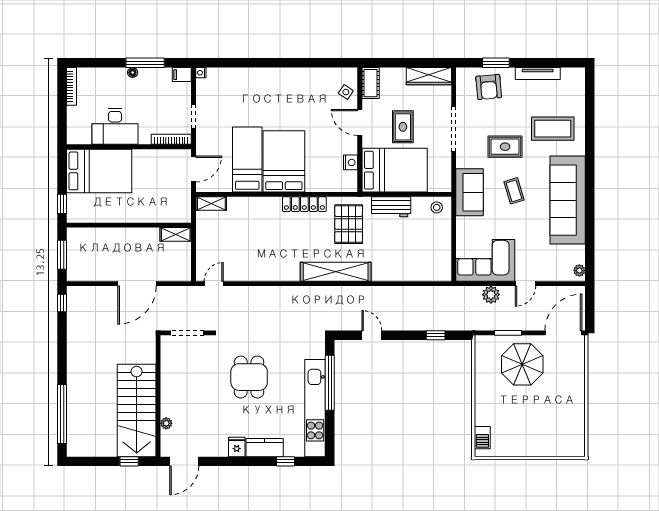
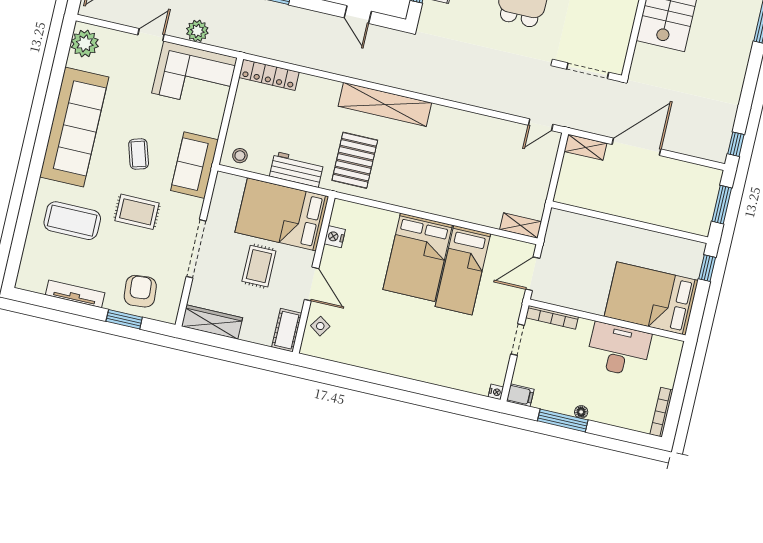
locker: (304, 204) -> (269, 75), moved, turned 180
shelving: (176, 234) -> (585, 147), moved
plant: (579, 271) -> (85, 43), width x1.88, depth x1.88

